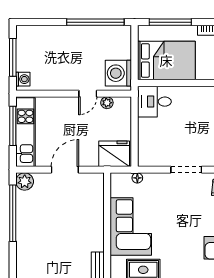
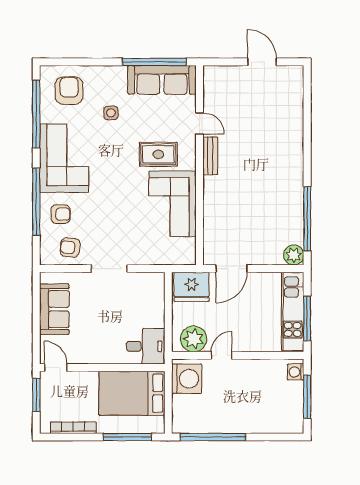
plant: (107, 103) -> (194, 339), width x1.88, depth x1.88
door: (65, 170) -> (231, 269), moved
floor lamp: (137, 178) -> (165, 259), removed

